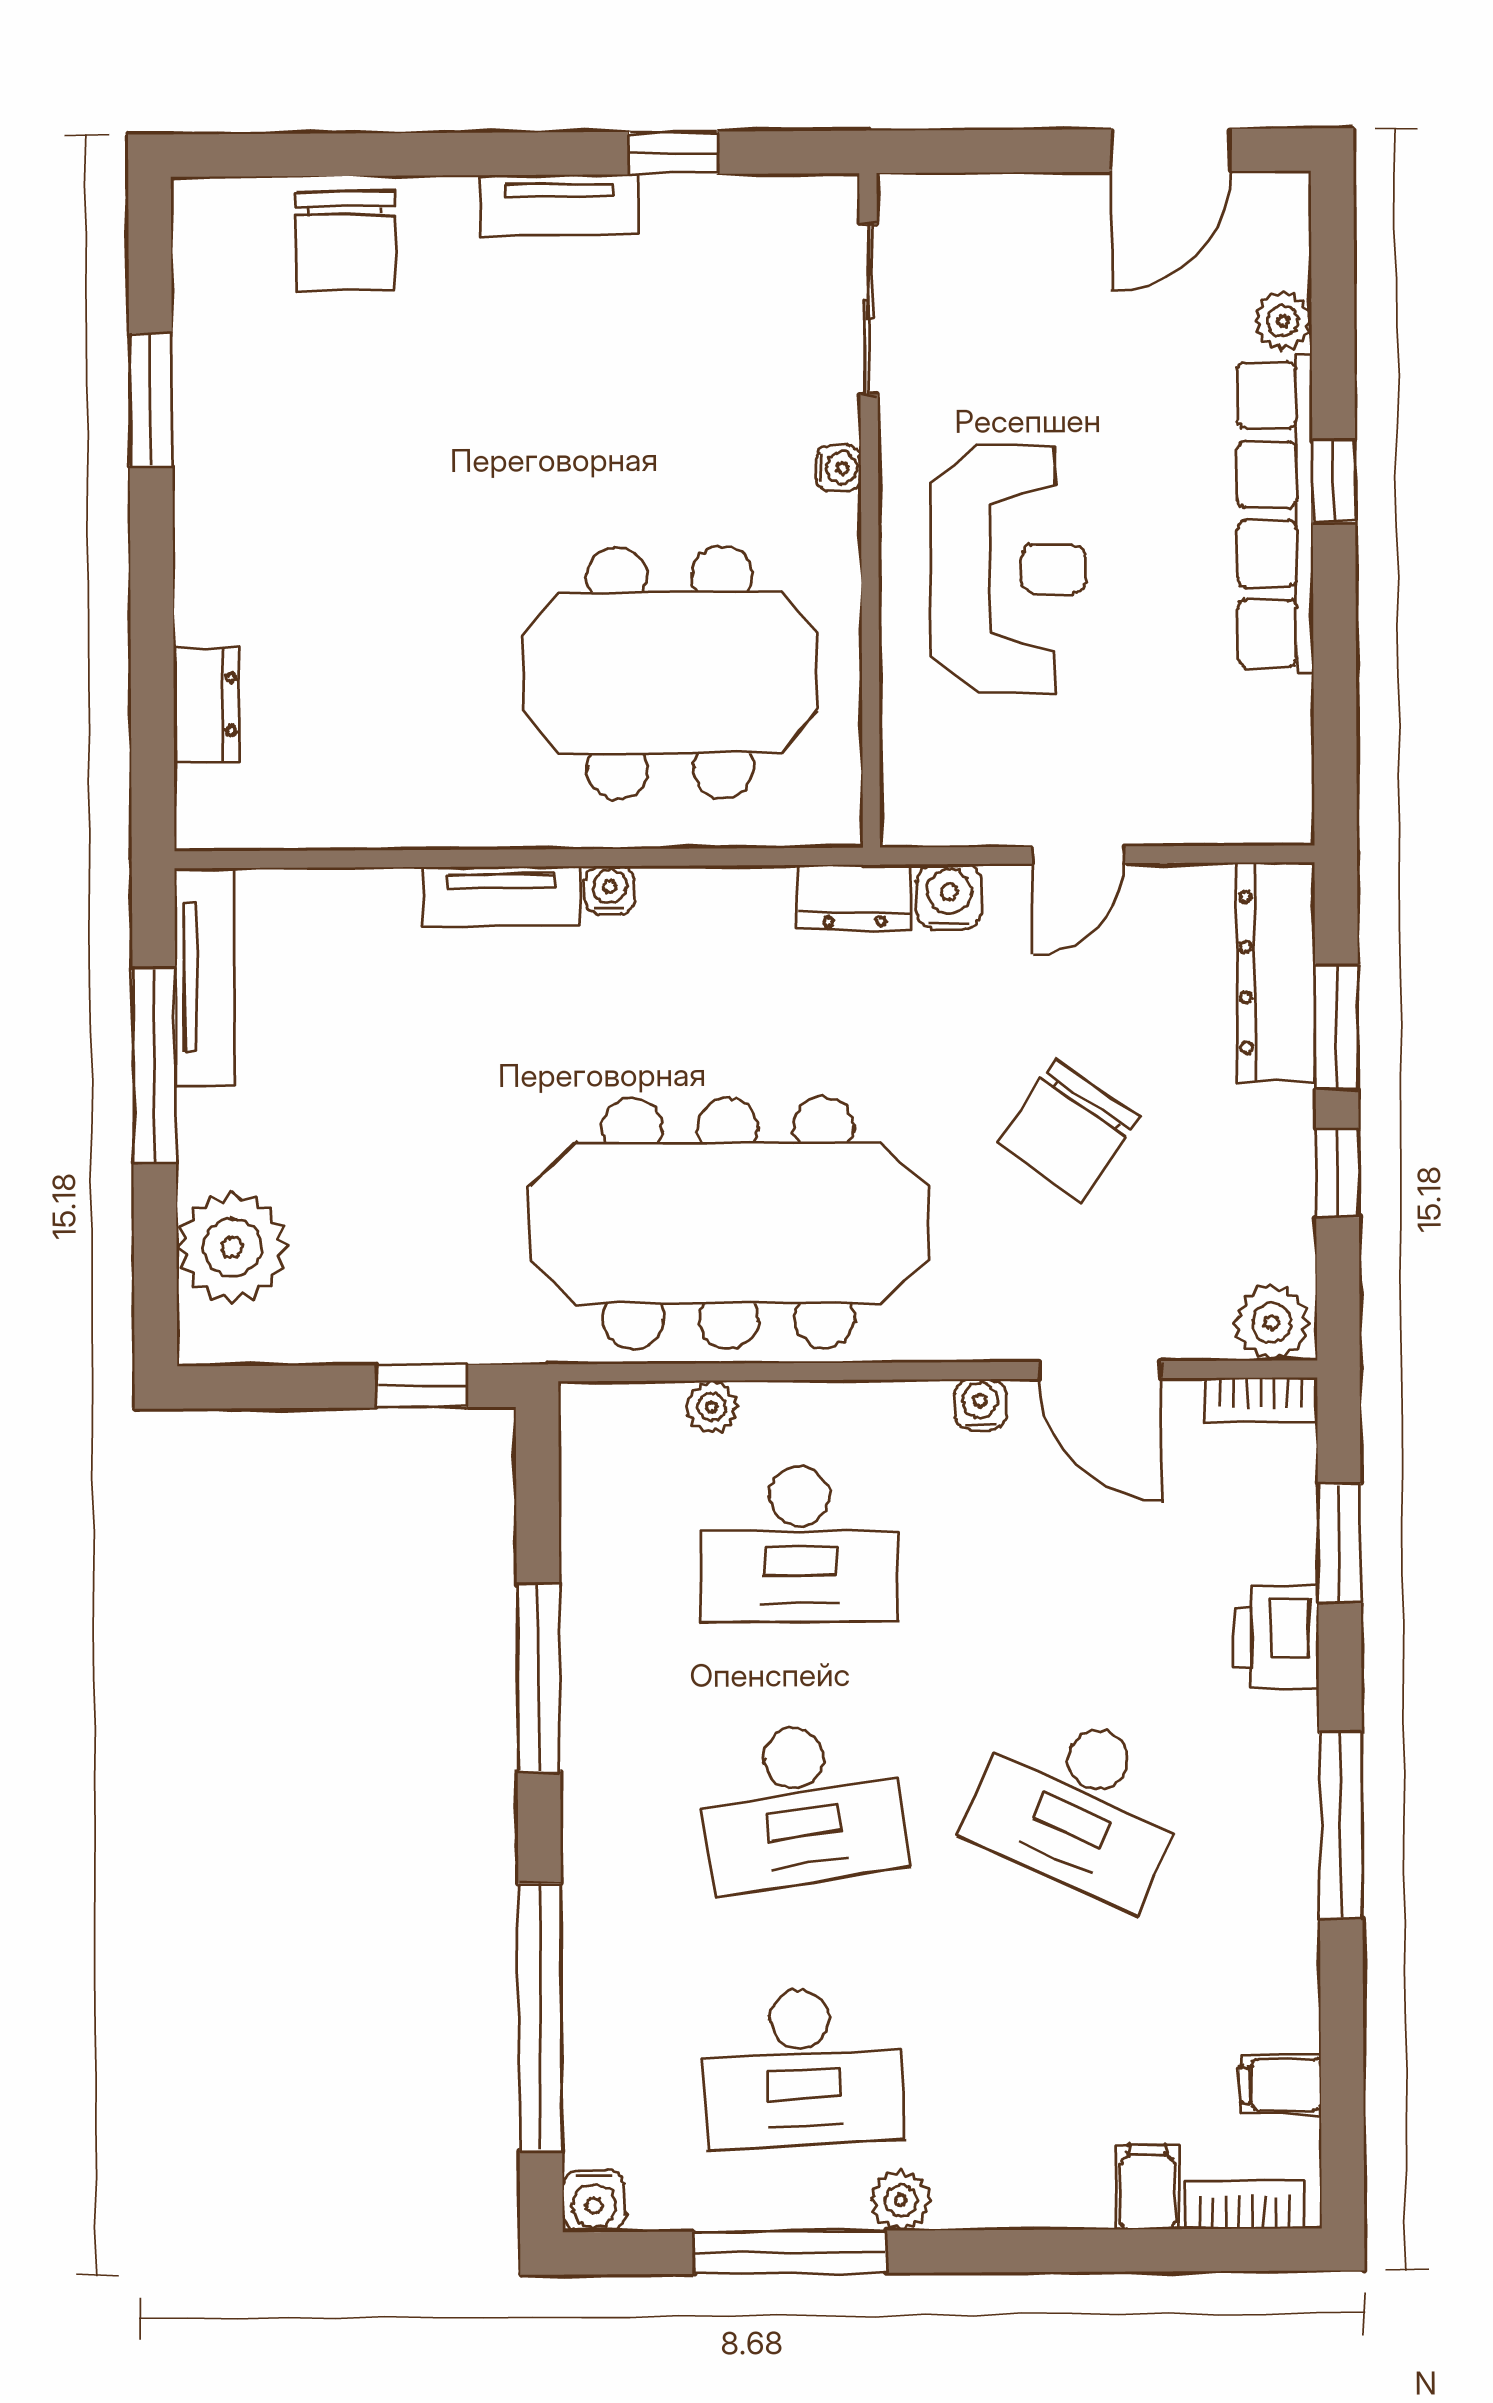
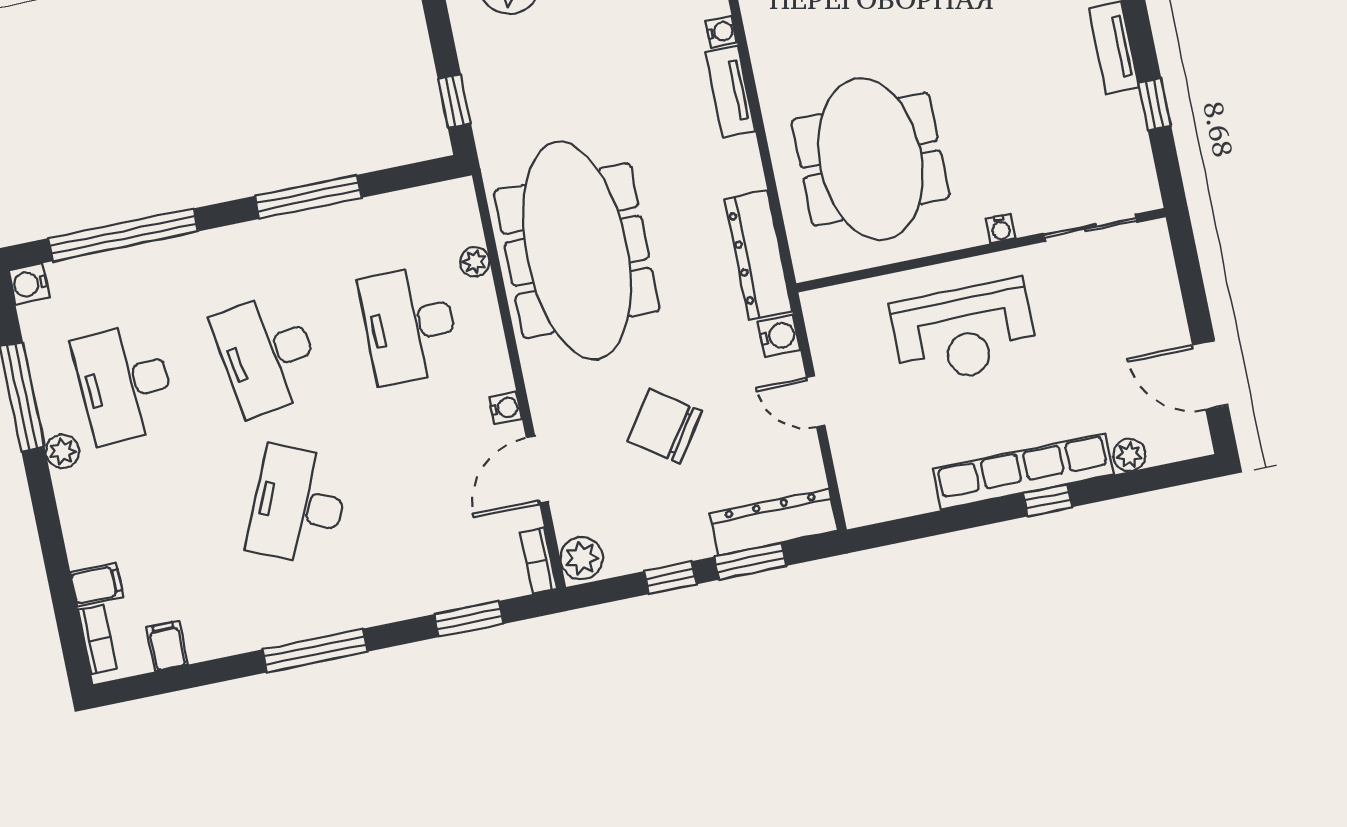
water cooler: (610, 890) -> (721, 32), moved
dresser: (854, 897) -> (758, 255), width x1.96, depth x1.24
printer: (1276, 1637) -> (411, 595), removed

